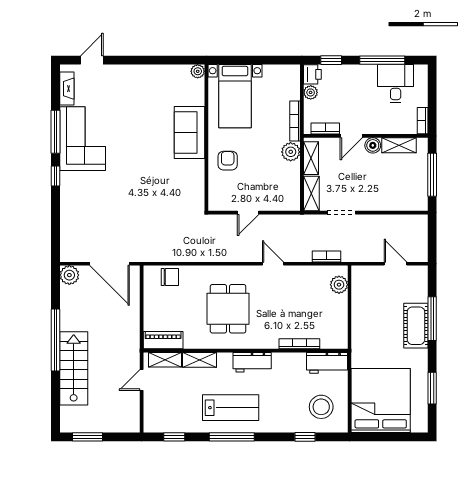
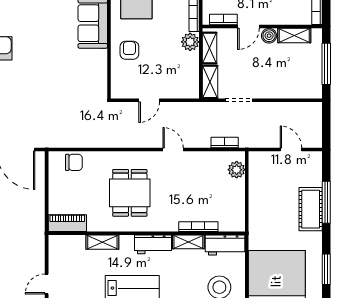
shelving: (165, 360) -> (188, 242), moved
door: (142, 380) -> (47, 284), moved

